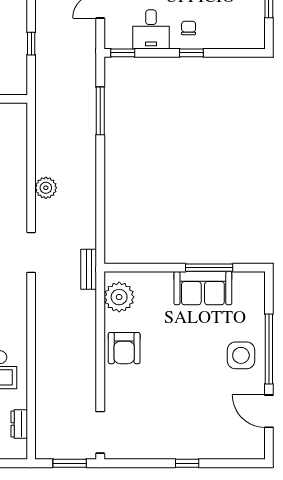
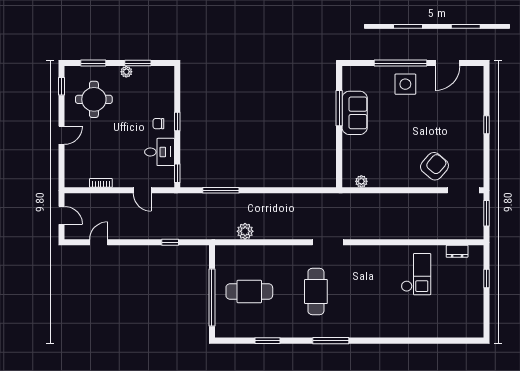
plant: (46, 188) -> (245, 231), moved
bench: (89, 269) -> (340, 199), removed
plant: (119, 297) -> (361, 181), width x0.53, depth x0.53
armchair: (124, 348) -> (434, 166), moved, turned -49

